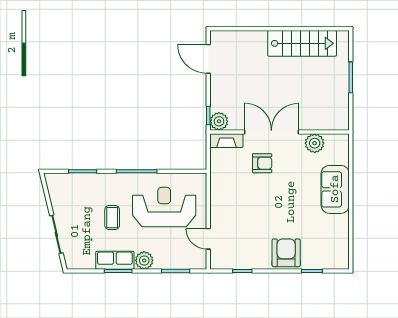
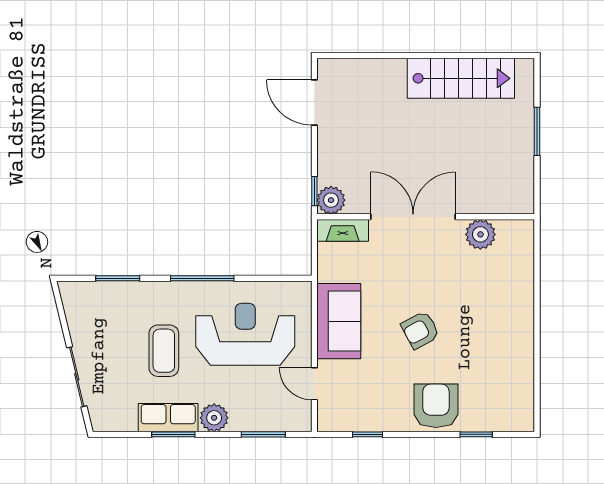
armchair: (262, 163) -> (420, 330), moved, turned 152
sofa: (335, 189) -> (339, 321), moved, turned 180
coffee table: (112, 218) -> (164, 351), width x1.36, depth x1.30

